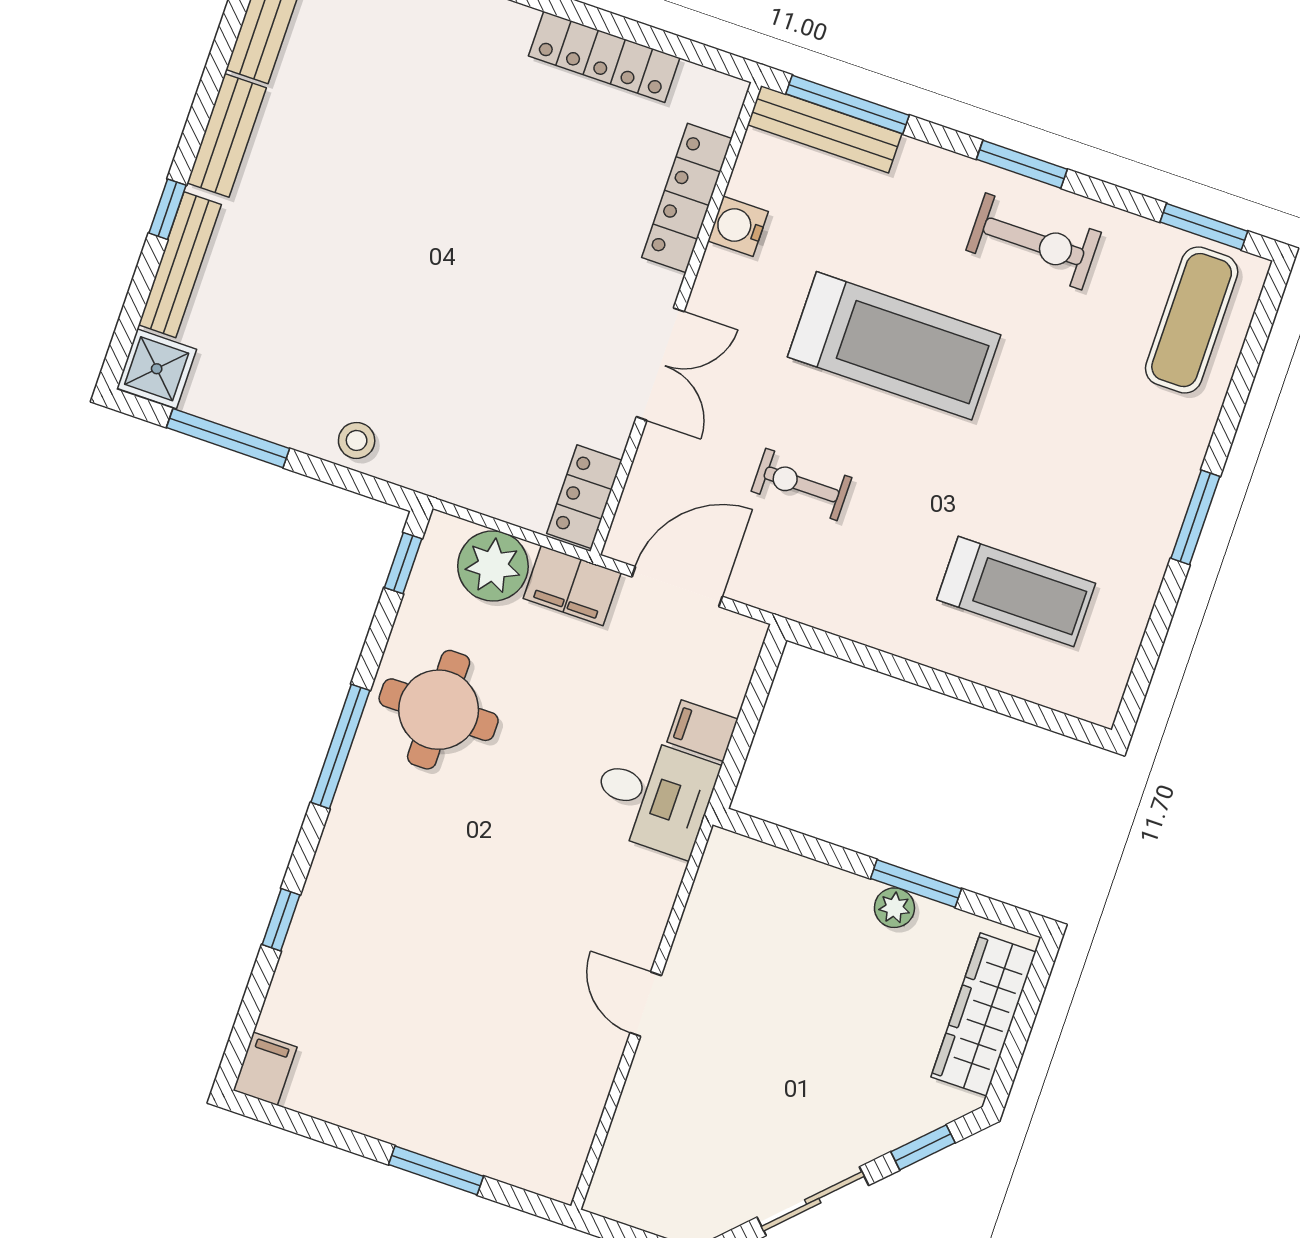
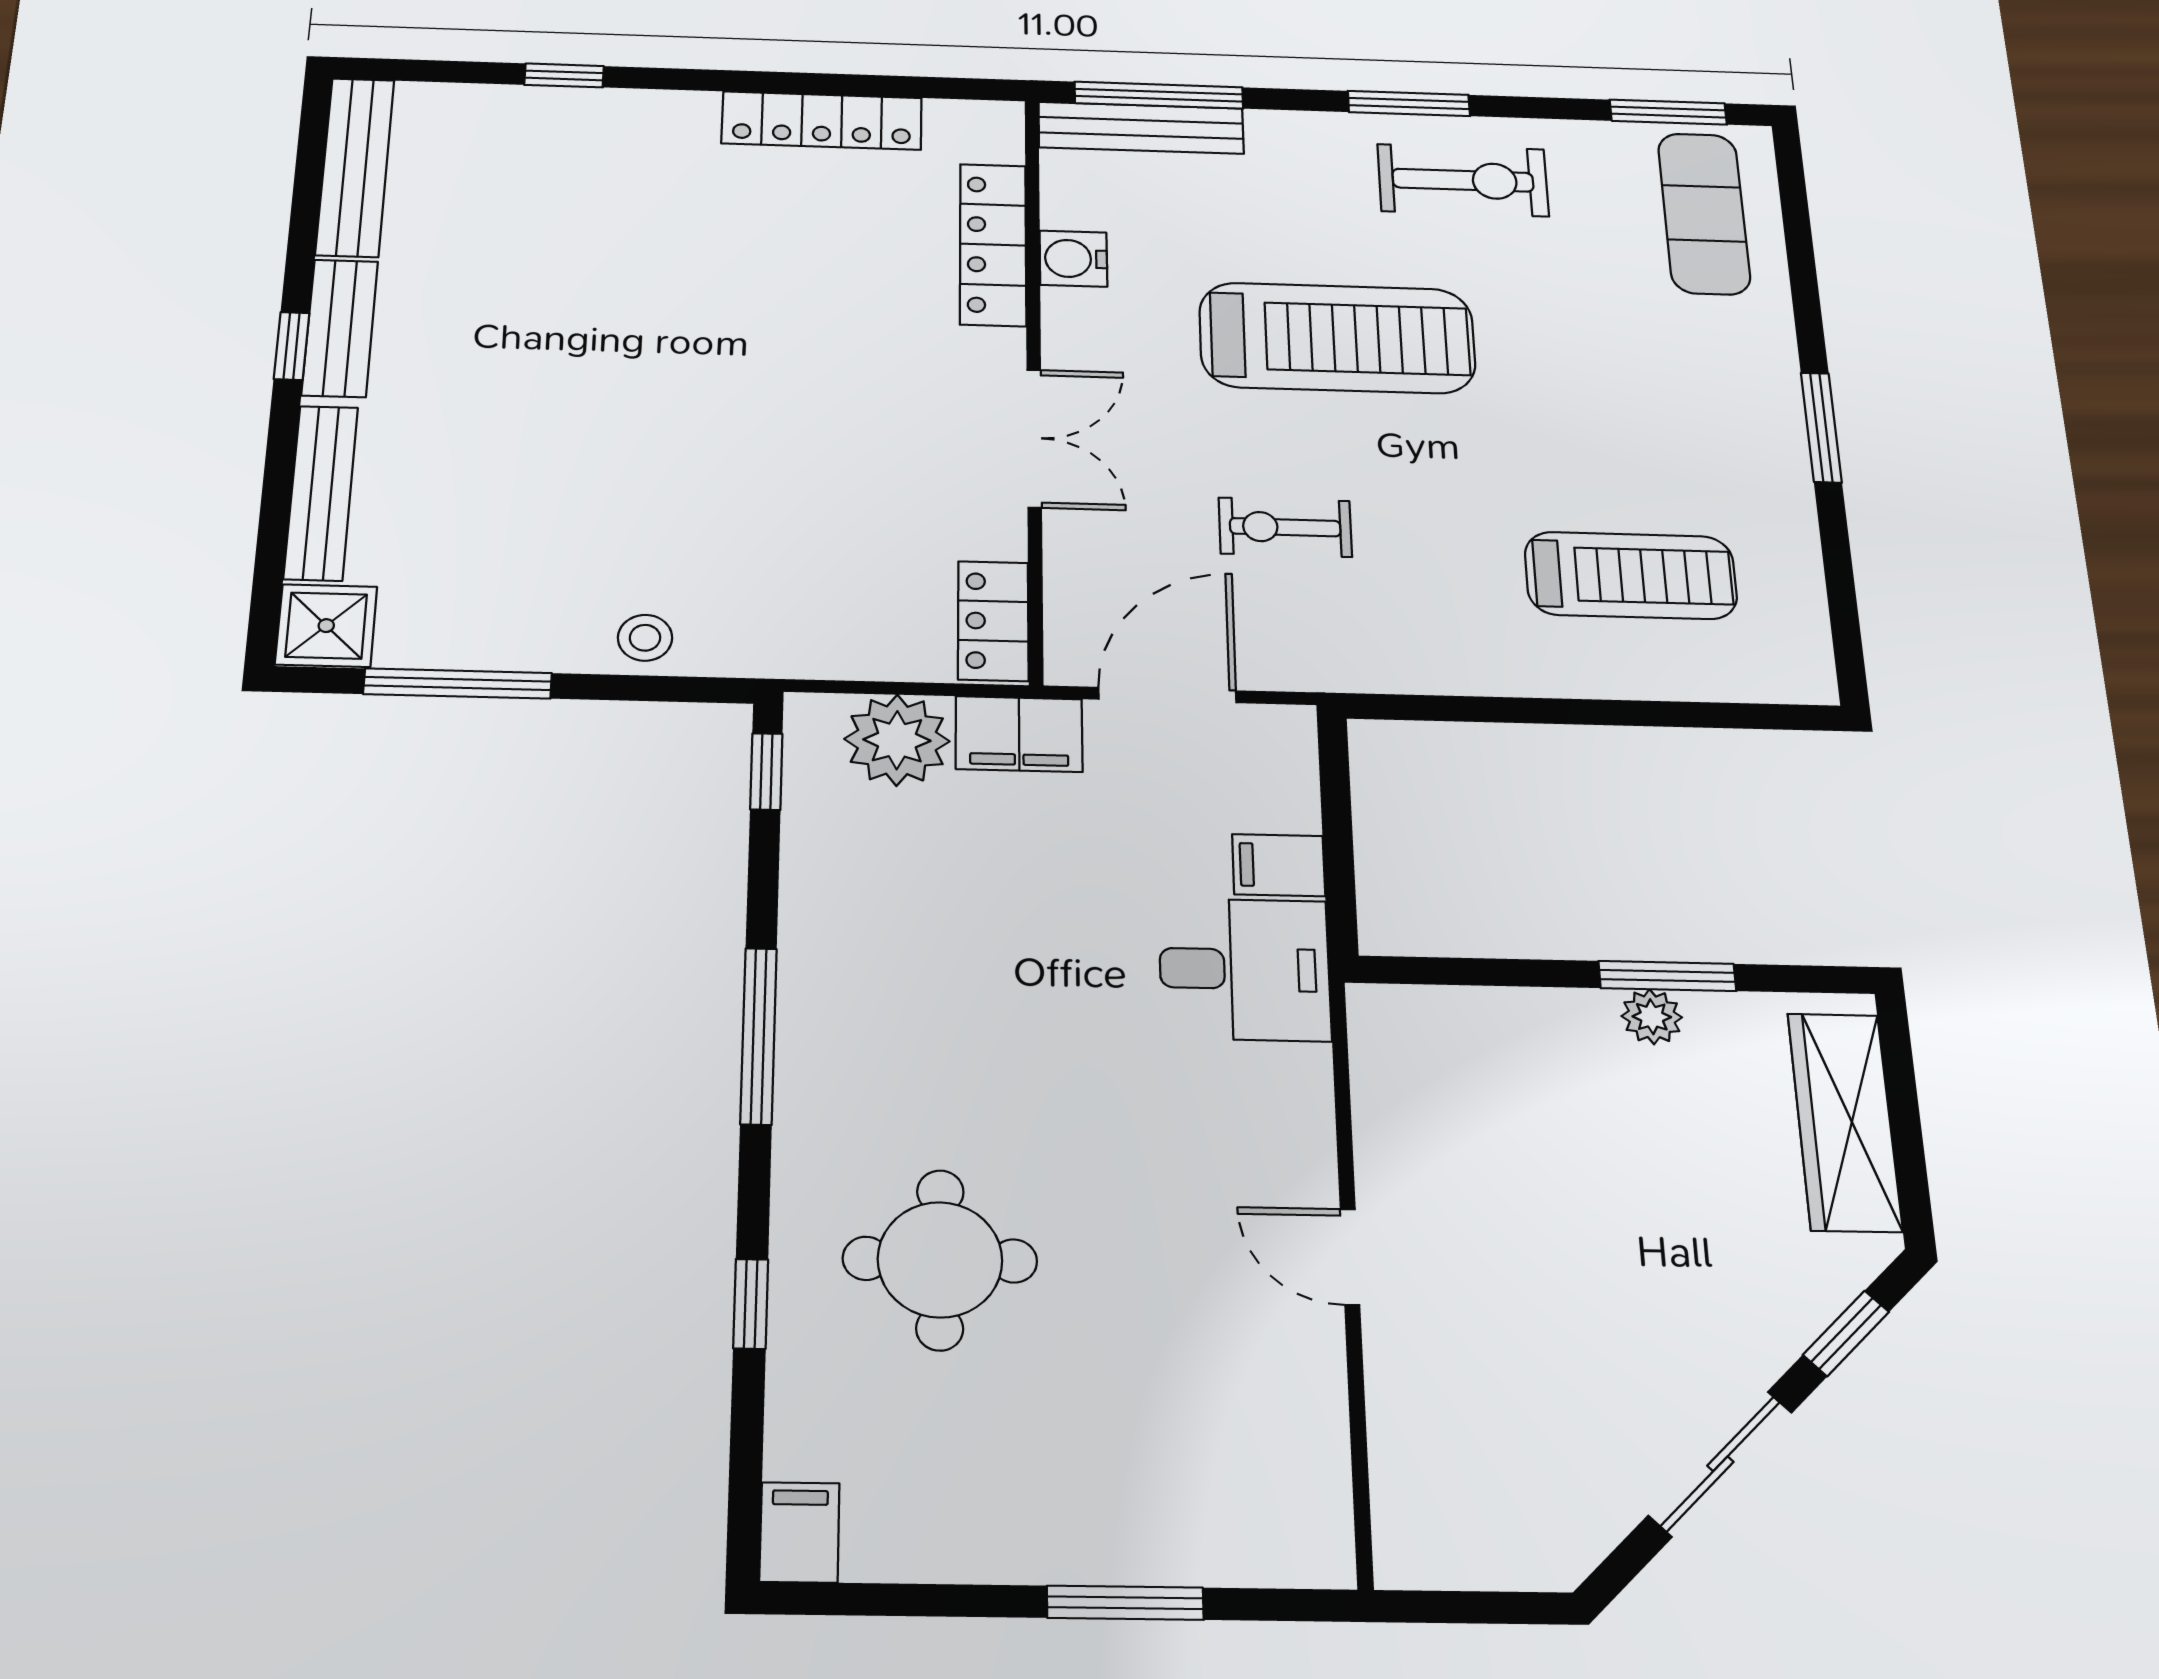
window: (167, 209) -> (292, 346), moved
round table: (439, 710) -> (940, 1260), moved

